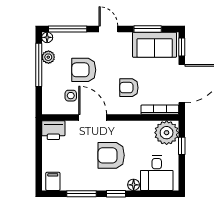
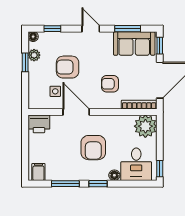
window: (68, 29) -> (52, 29), width x0.46
window: (39, 65) -> (25, 62), width x0.46
window: (182, 146) -> (160, 169), moved
armchair: (111, 155) -> (93, 148), turned -90

